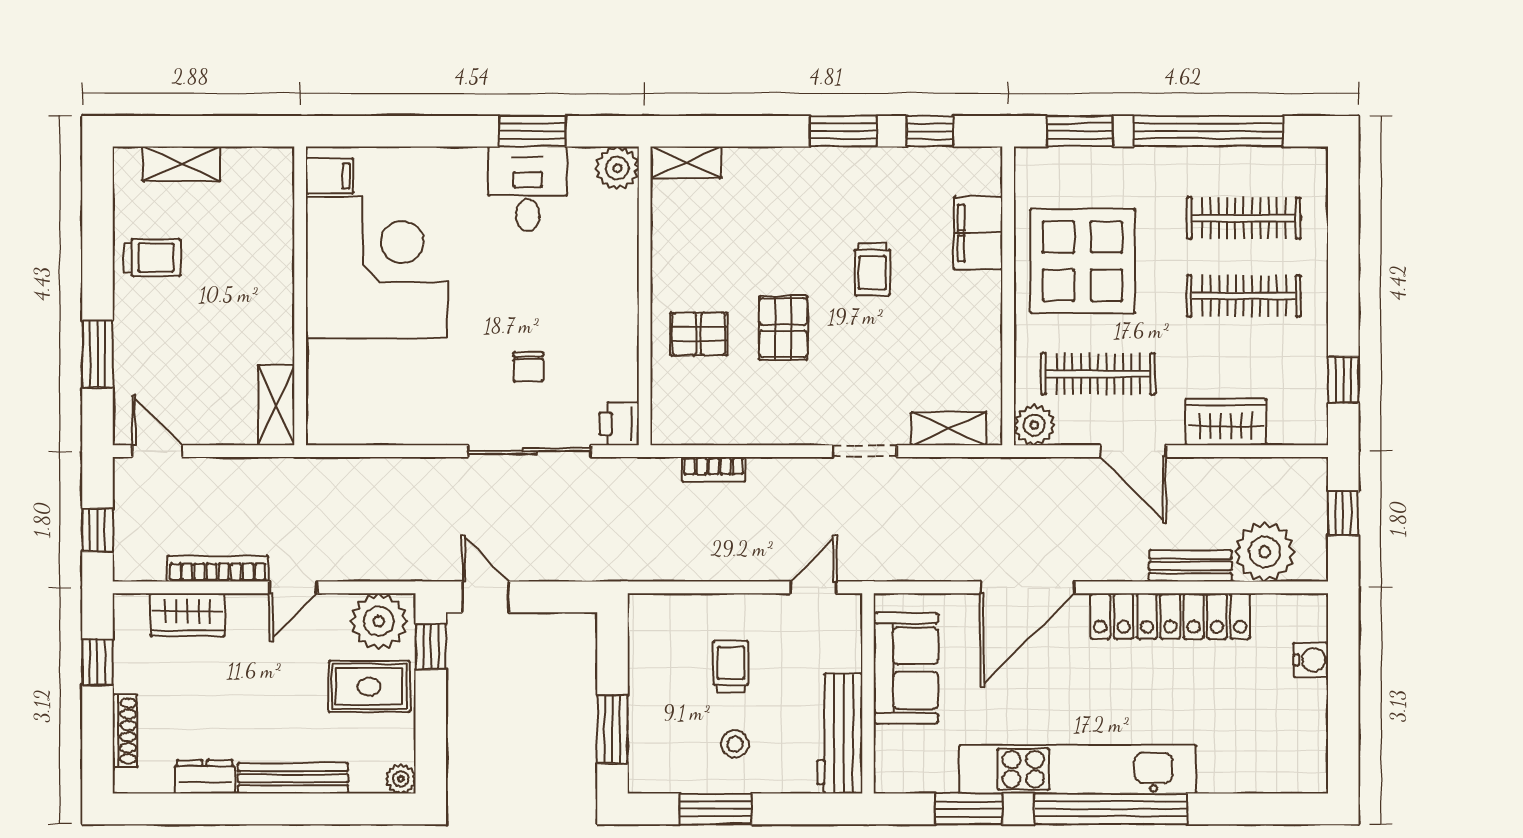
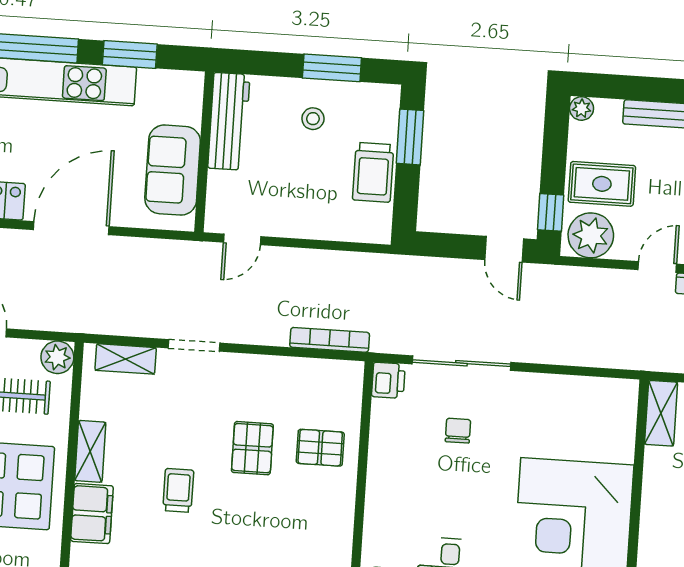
shelving: (985, 310) -> (90, 451), added
bookcase: (714, 469) -> (330, 340), width x1.56
trolley: (731, 667) -> (373, 172), moved, width x1.36, depth x1.39

